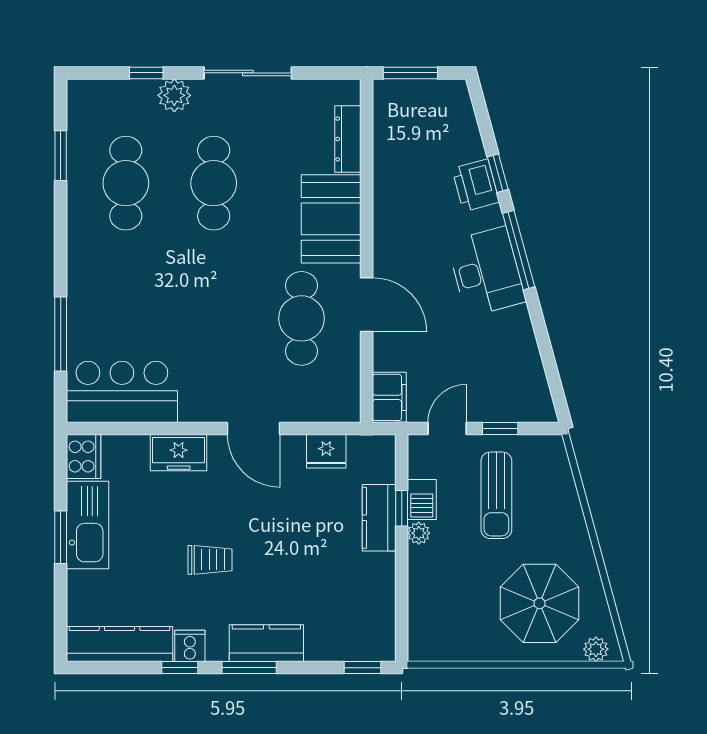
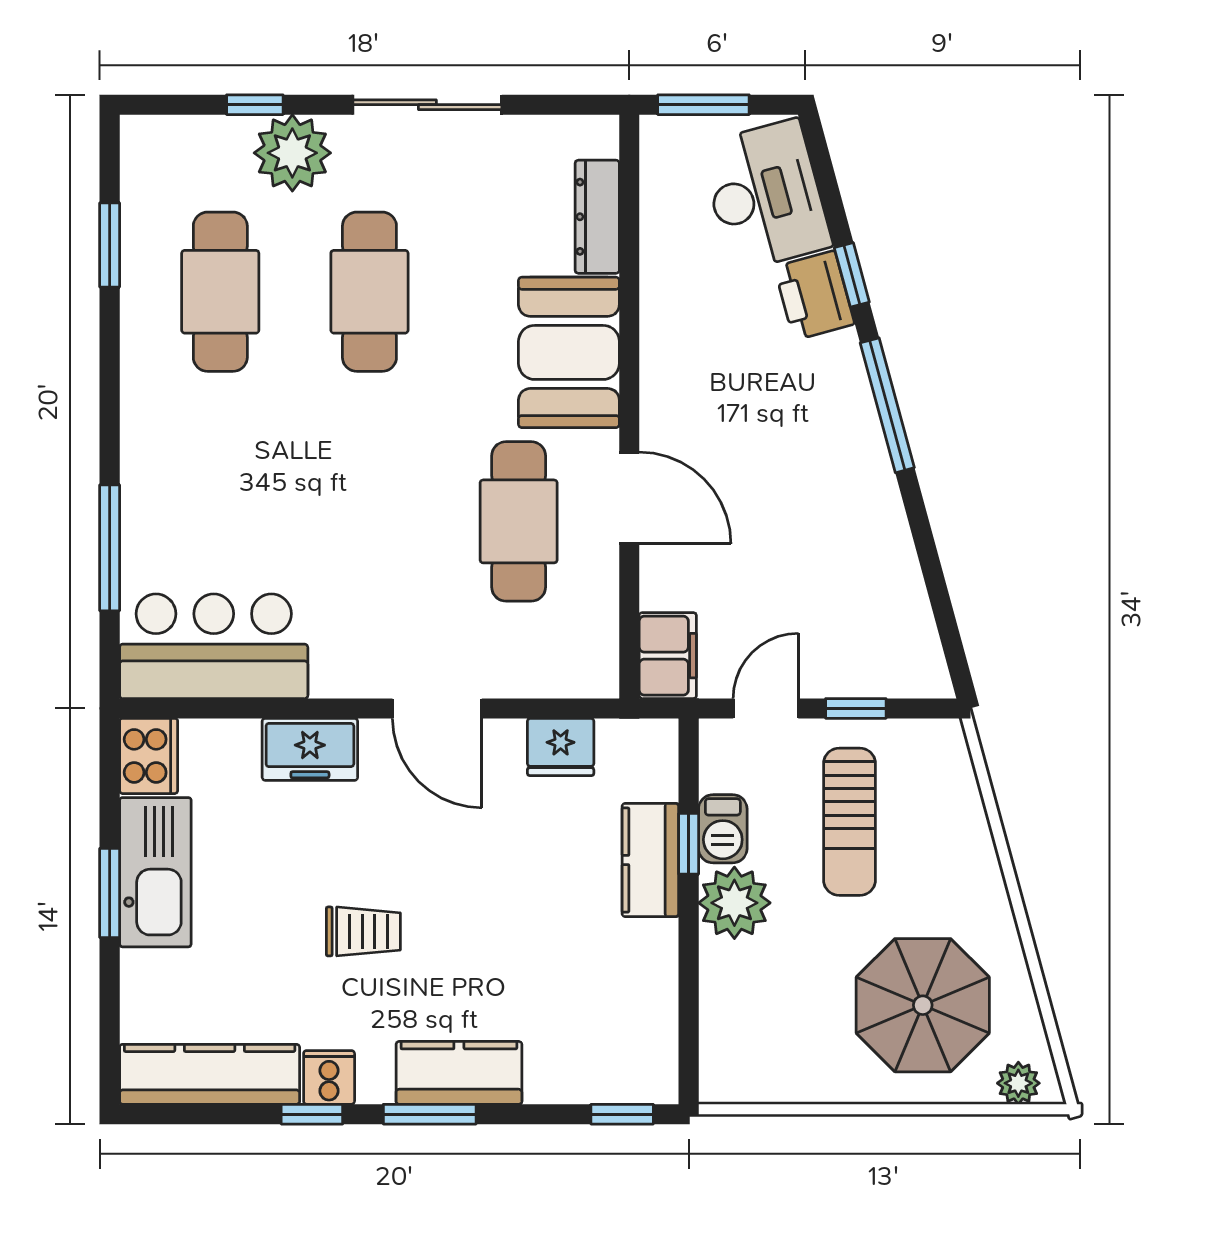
plant: (174, 95) -> (292, 153), width x1.36, depth x1.36
desk: (486, 272) -> (765, 195), moved
plant: (419, 533) -> (734, 903), width x1.87, depth x1.87

